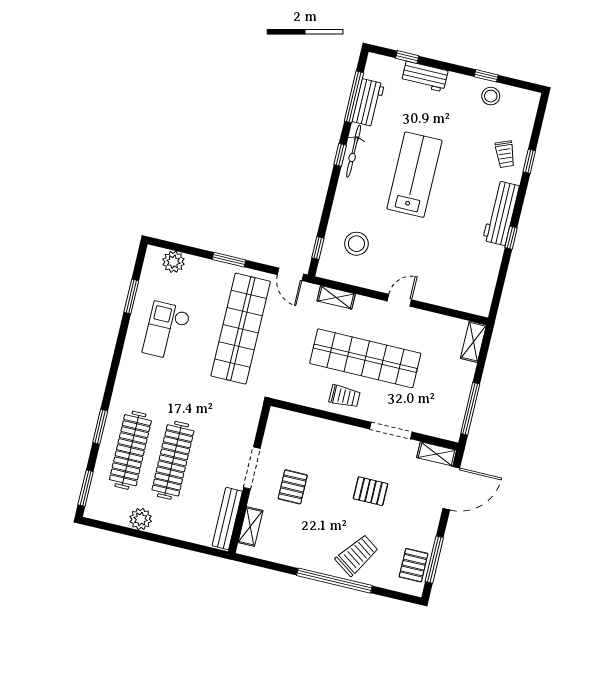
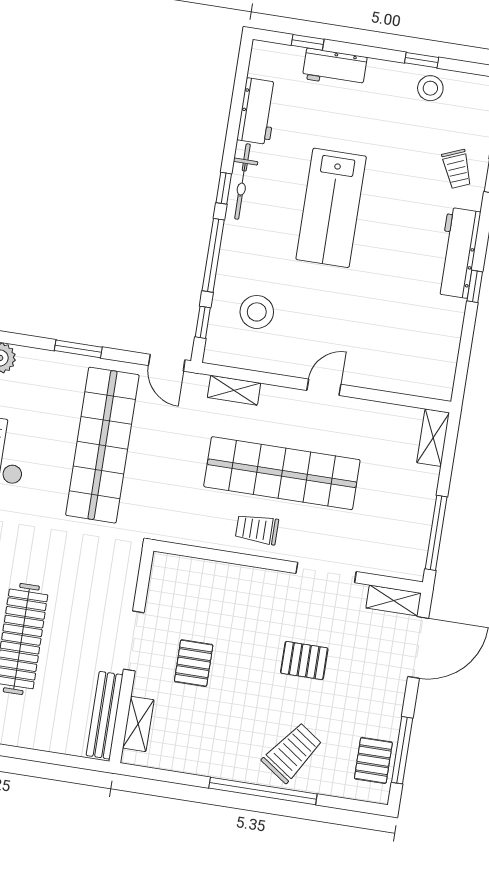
window: (354, 97) -> (213, 255), moved
lab bench: (414, 175) -> (331, 208), turned 180
trolley: (345, 396) -> (257, 529), turned 180

